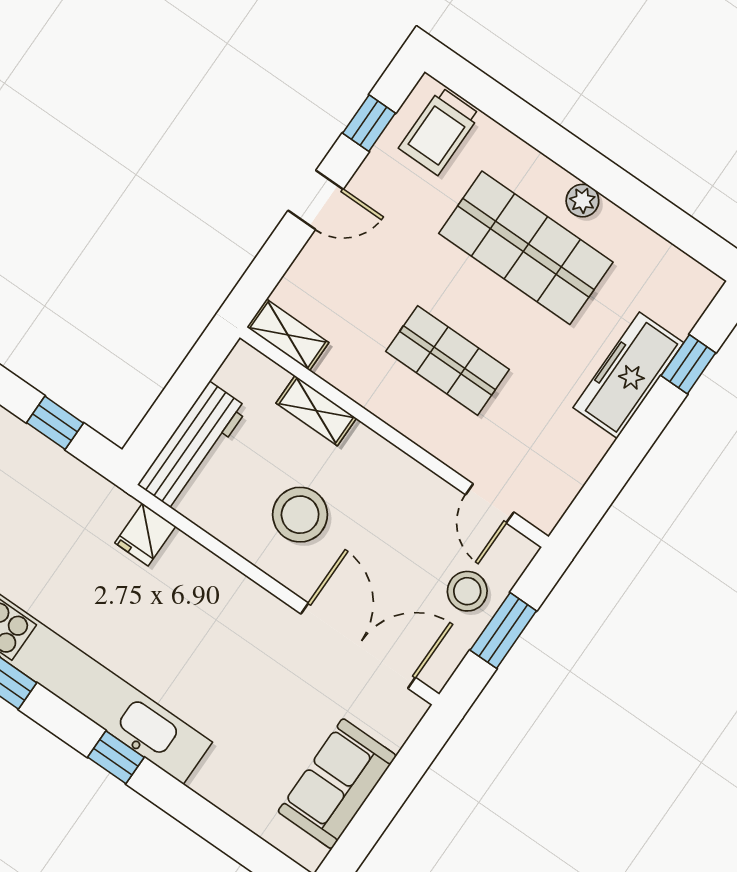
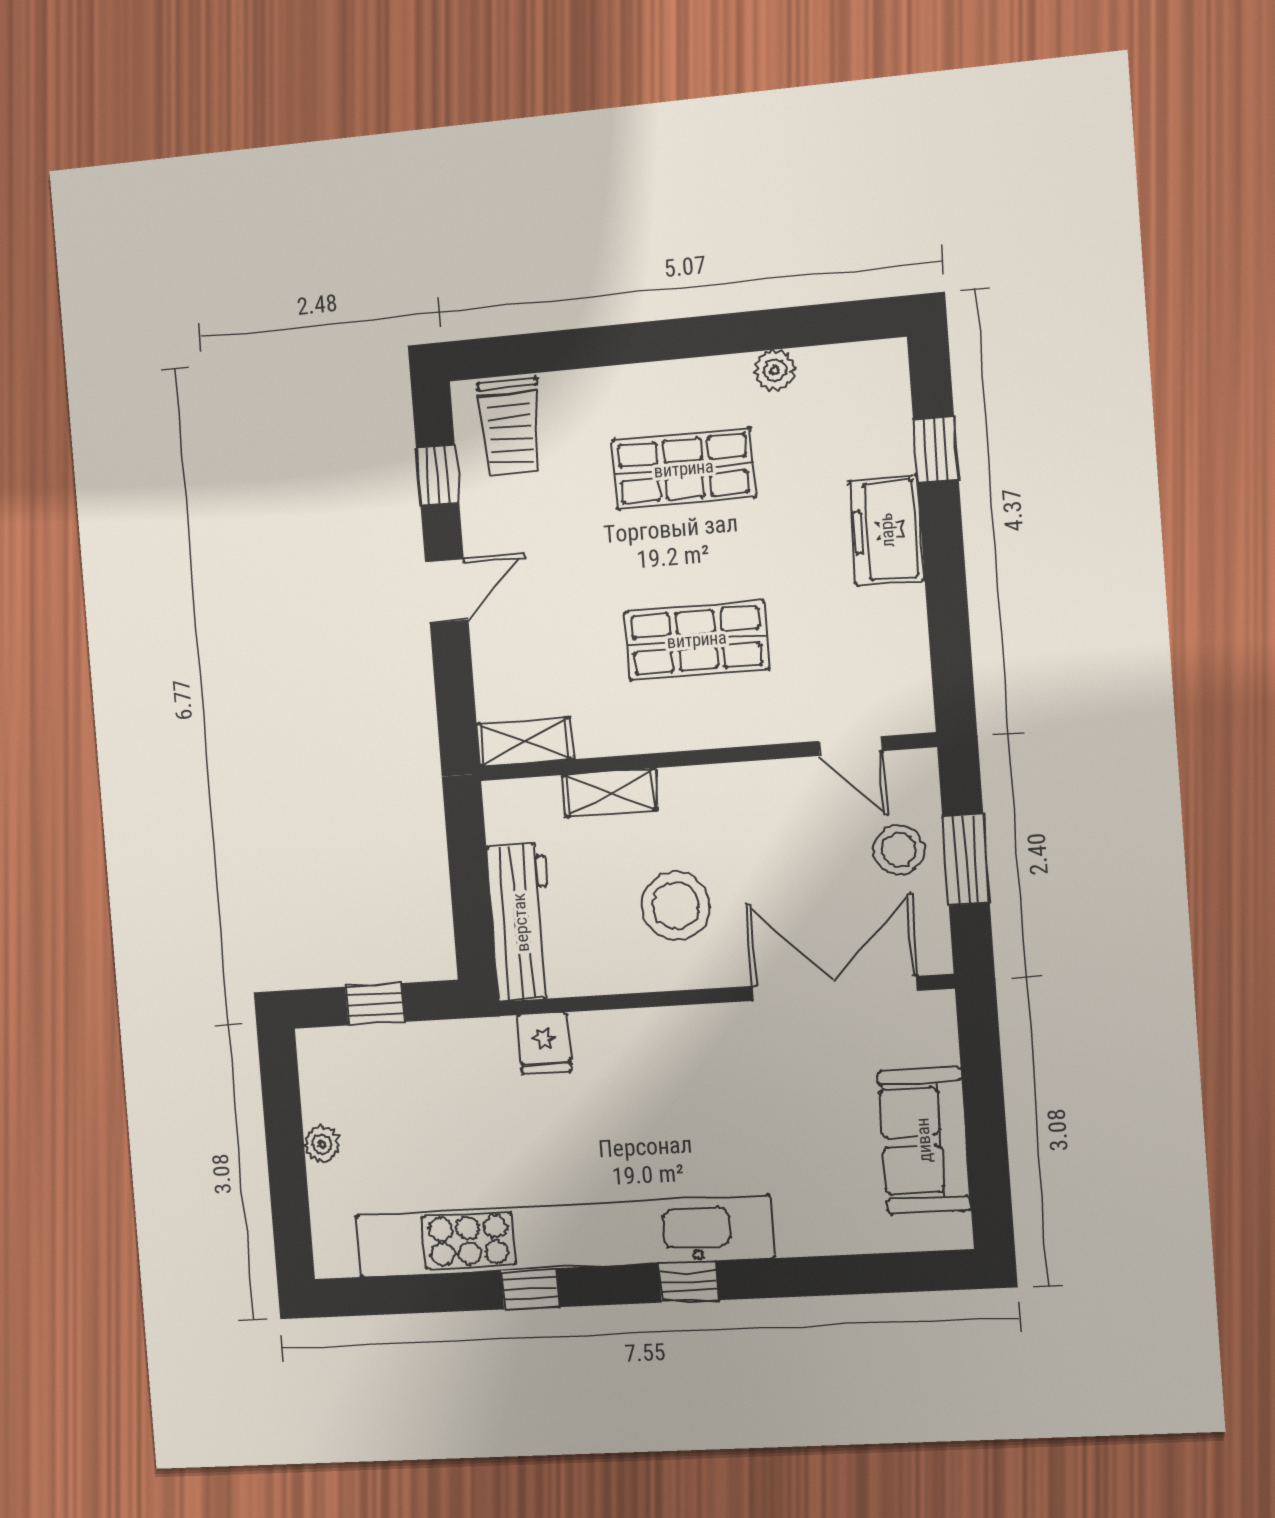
plant: (582, 201) -> (775, 370), moved
shop shelf: (526, 248) -> (684, 469), width x0.70, depth x0.74
freezer: (628, 375) -> (887, 530), width x0.71

